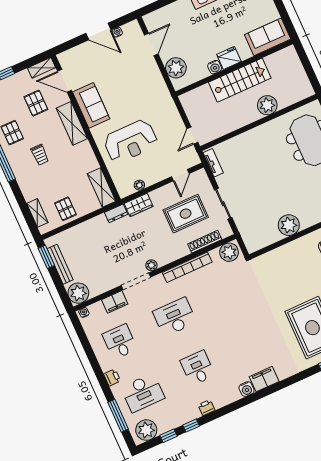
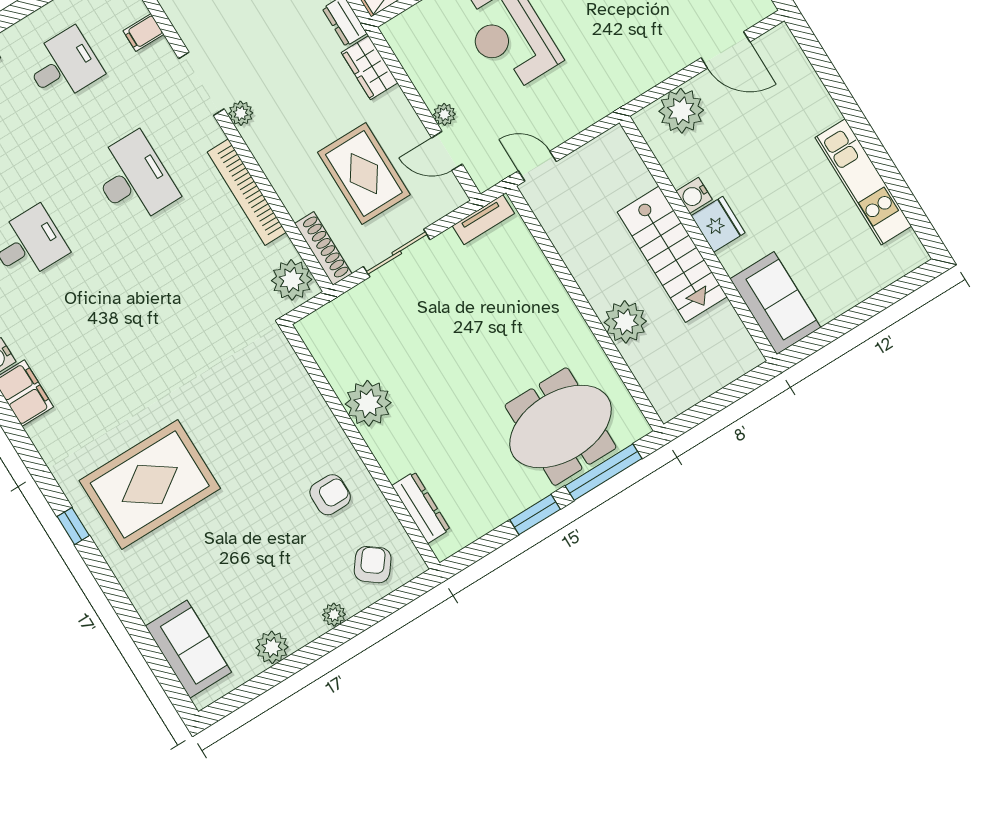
plant: (139, 185) -> (444, 114), moved
shoe rack: (205, 242) -> (323, 249), moved
filing cabinet: (115, 302) -> (143, 32), width x0.50

